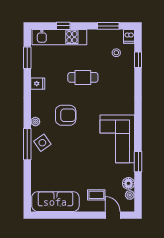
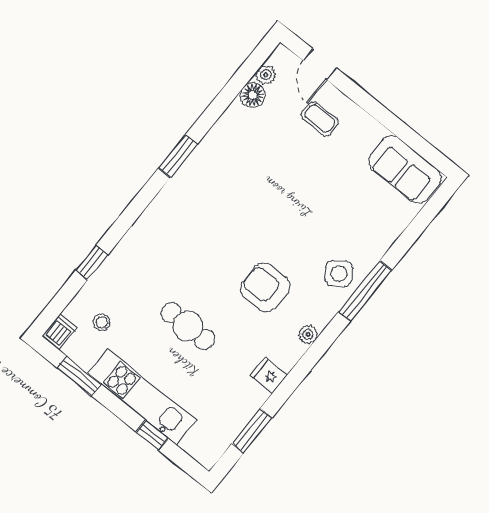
kitchen unit: (59, 37) -> (142, 397), moved
window: (138, 60) -> (92, 262), moved
plant: (35, 122) -> (308, 334), moved
corner sofa: (117, 139) -> (213, 181), removed
window: (138, 162) -> (178, 156), moved
sofa: (55, 202) -> (405, 169), width x0.73

